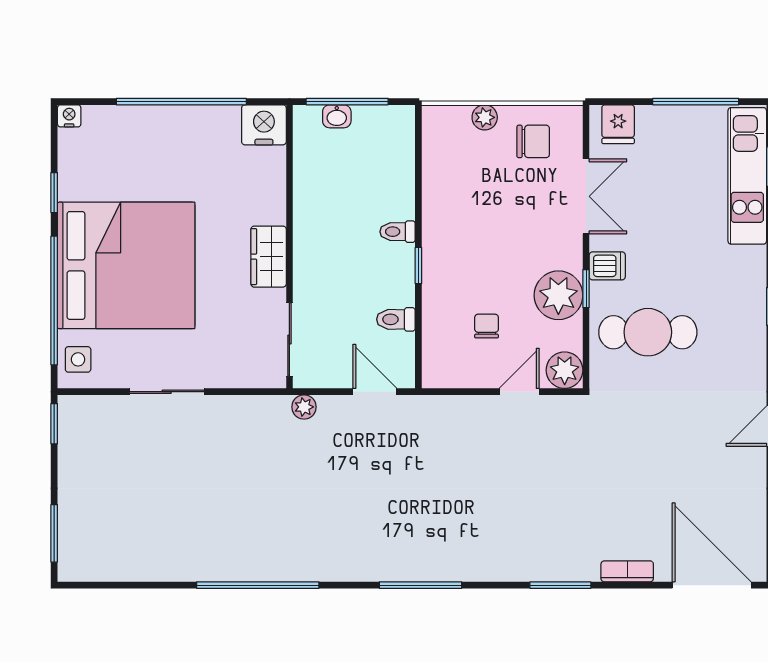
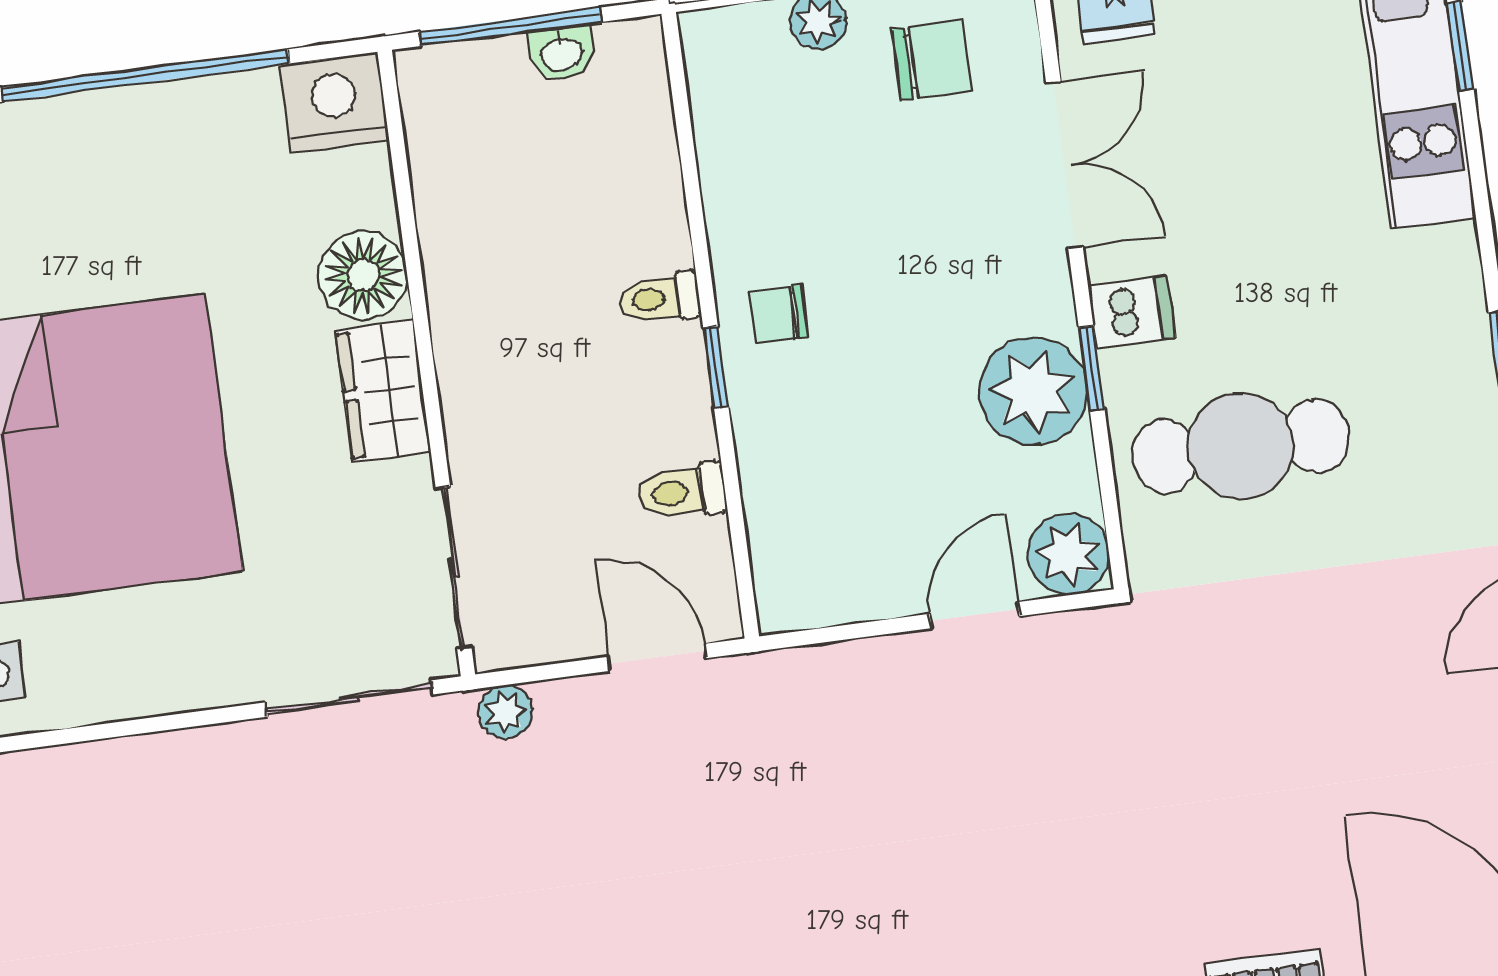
washbasin: (337, 116) -> (561, 53), moved
floor lamp: (266, 204) -> (363, 275), added
chair: (487, 326) -> (779, 314), moved, turned -90
sliding door: (167, 392) -> (350, 698), moved

